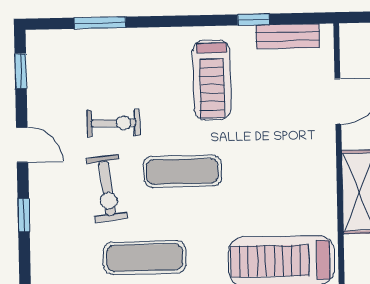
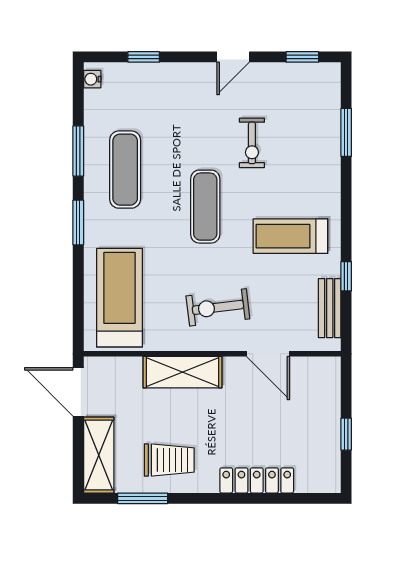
exercise bike: (107, 188) -> (218, 307), moved
window: (24, 215) -> (144, 57), moved

